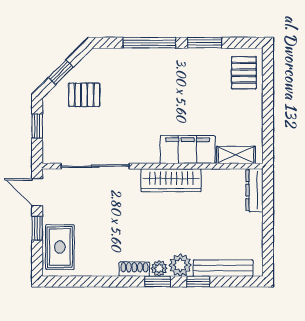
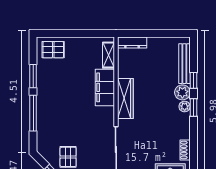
shoe rack: (134, 269) -> (185, 150), moved

